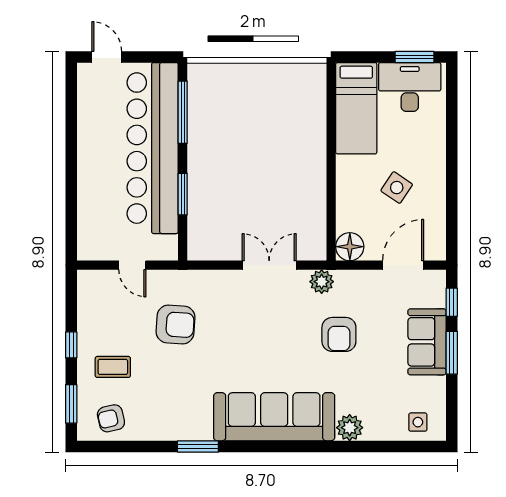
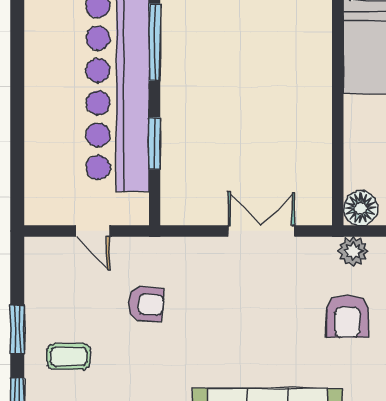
plant: (322, 282) -> (353, 251), moved
armchair: (175, 324) -> (146, 304), width x0.72, depth x0.72
window: (71, 345) -> (17, 329), width x1.50

